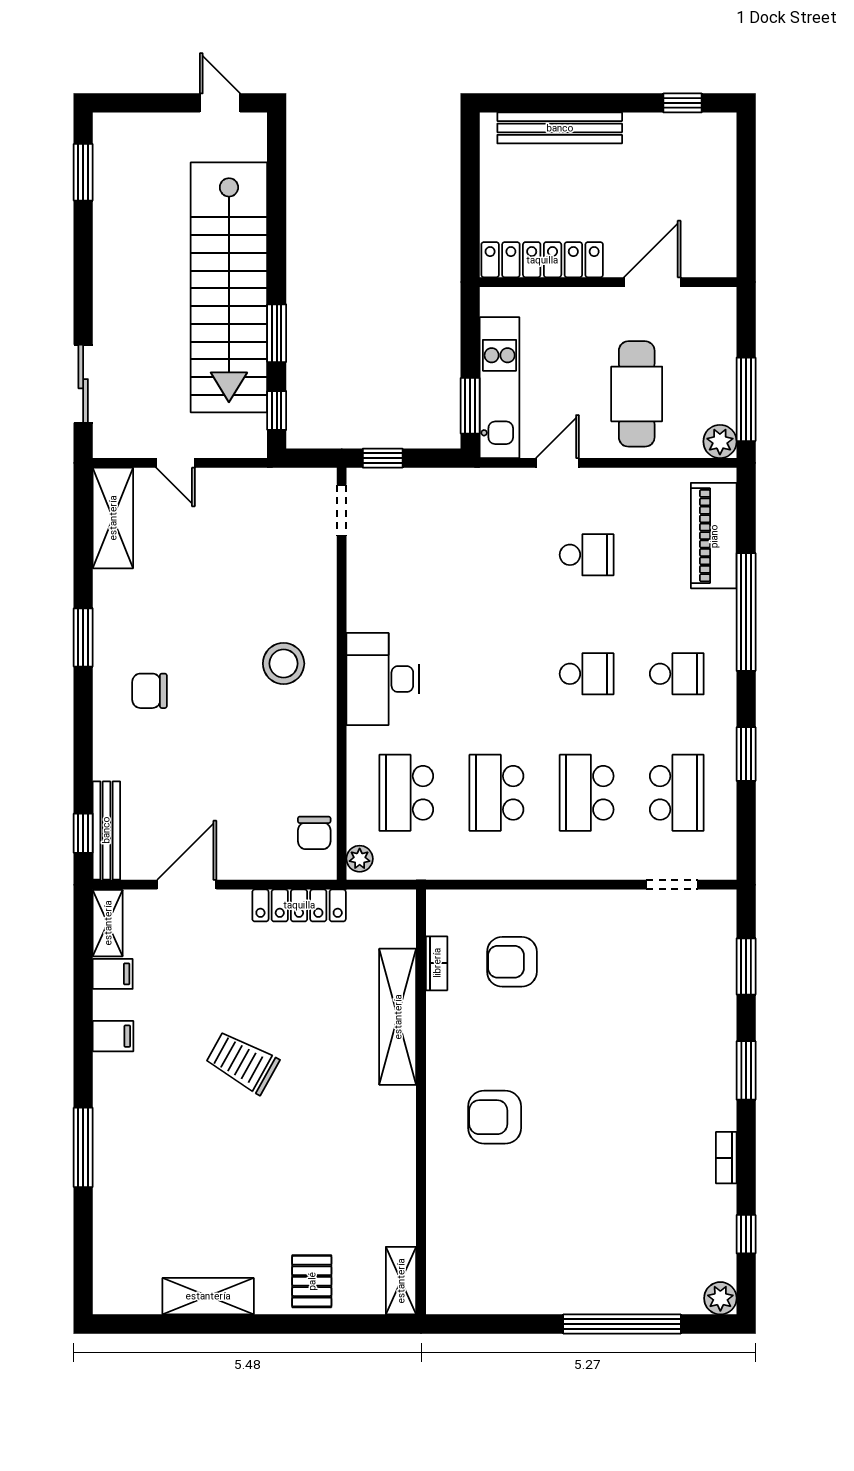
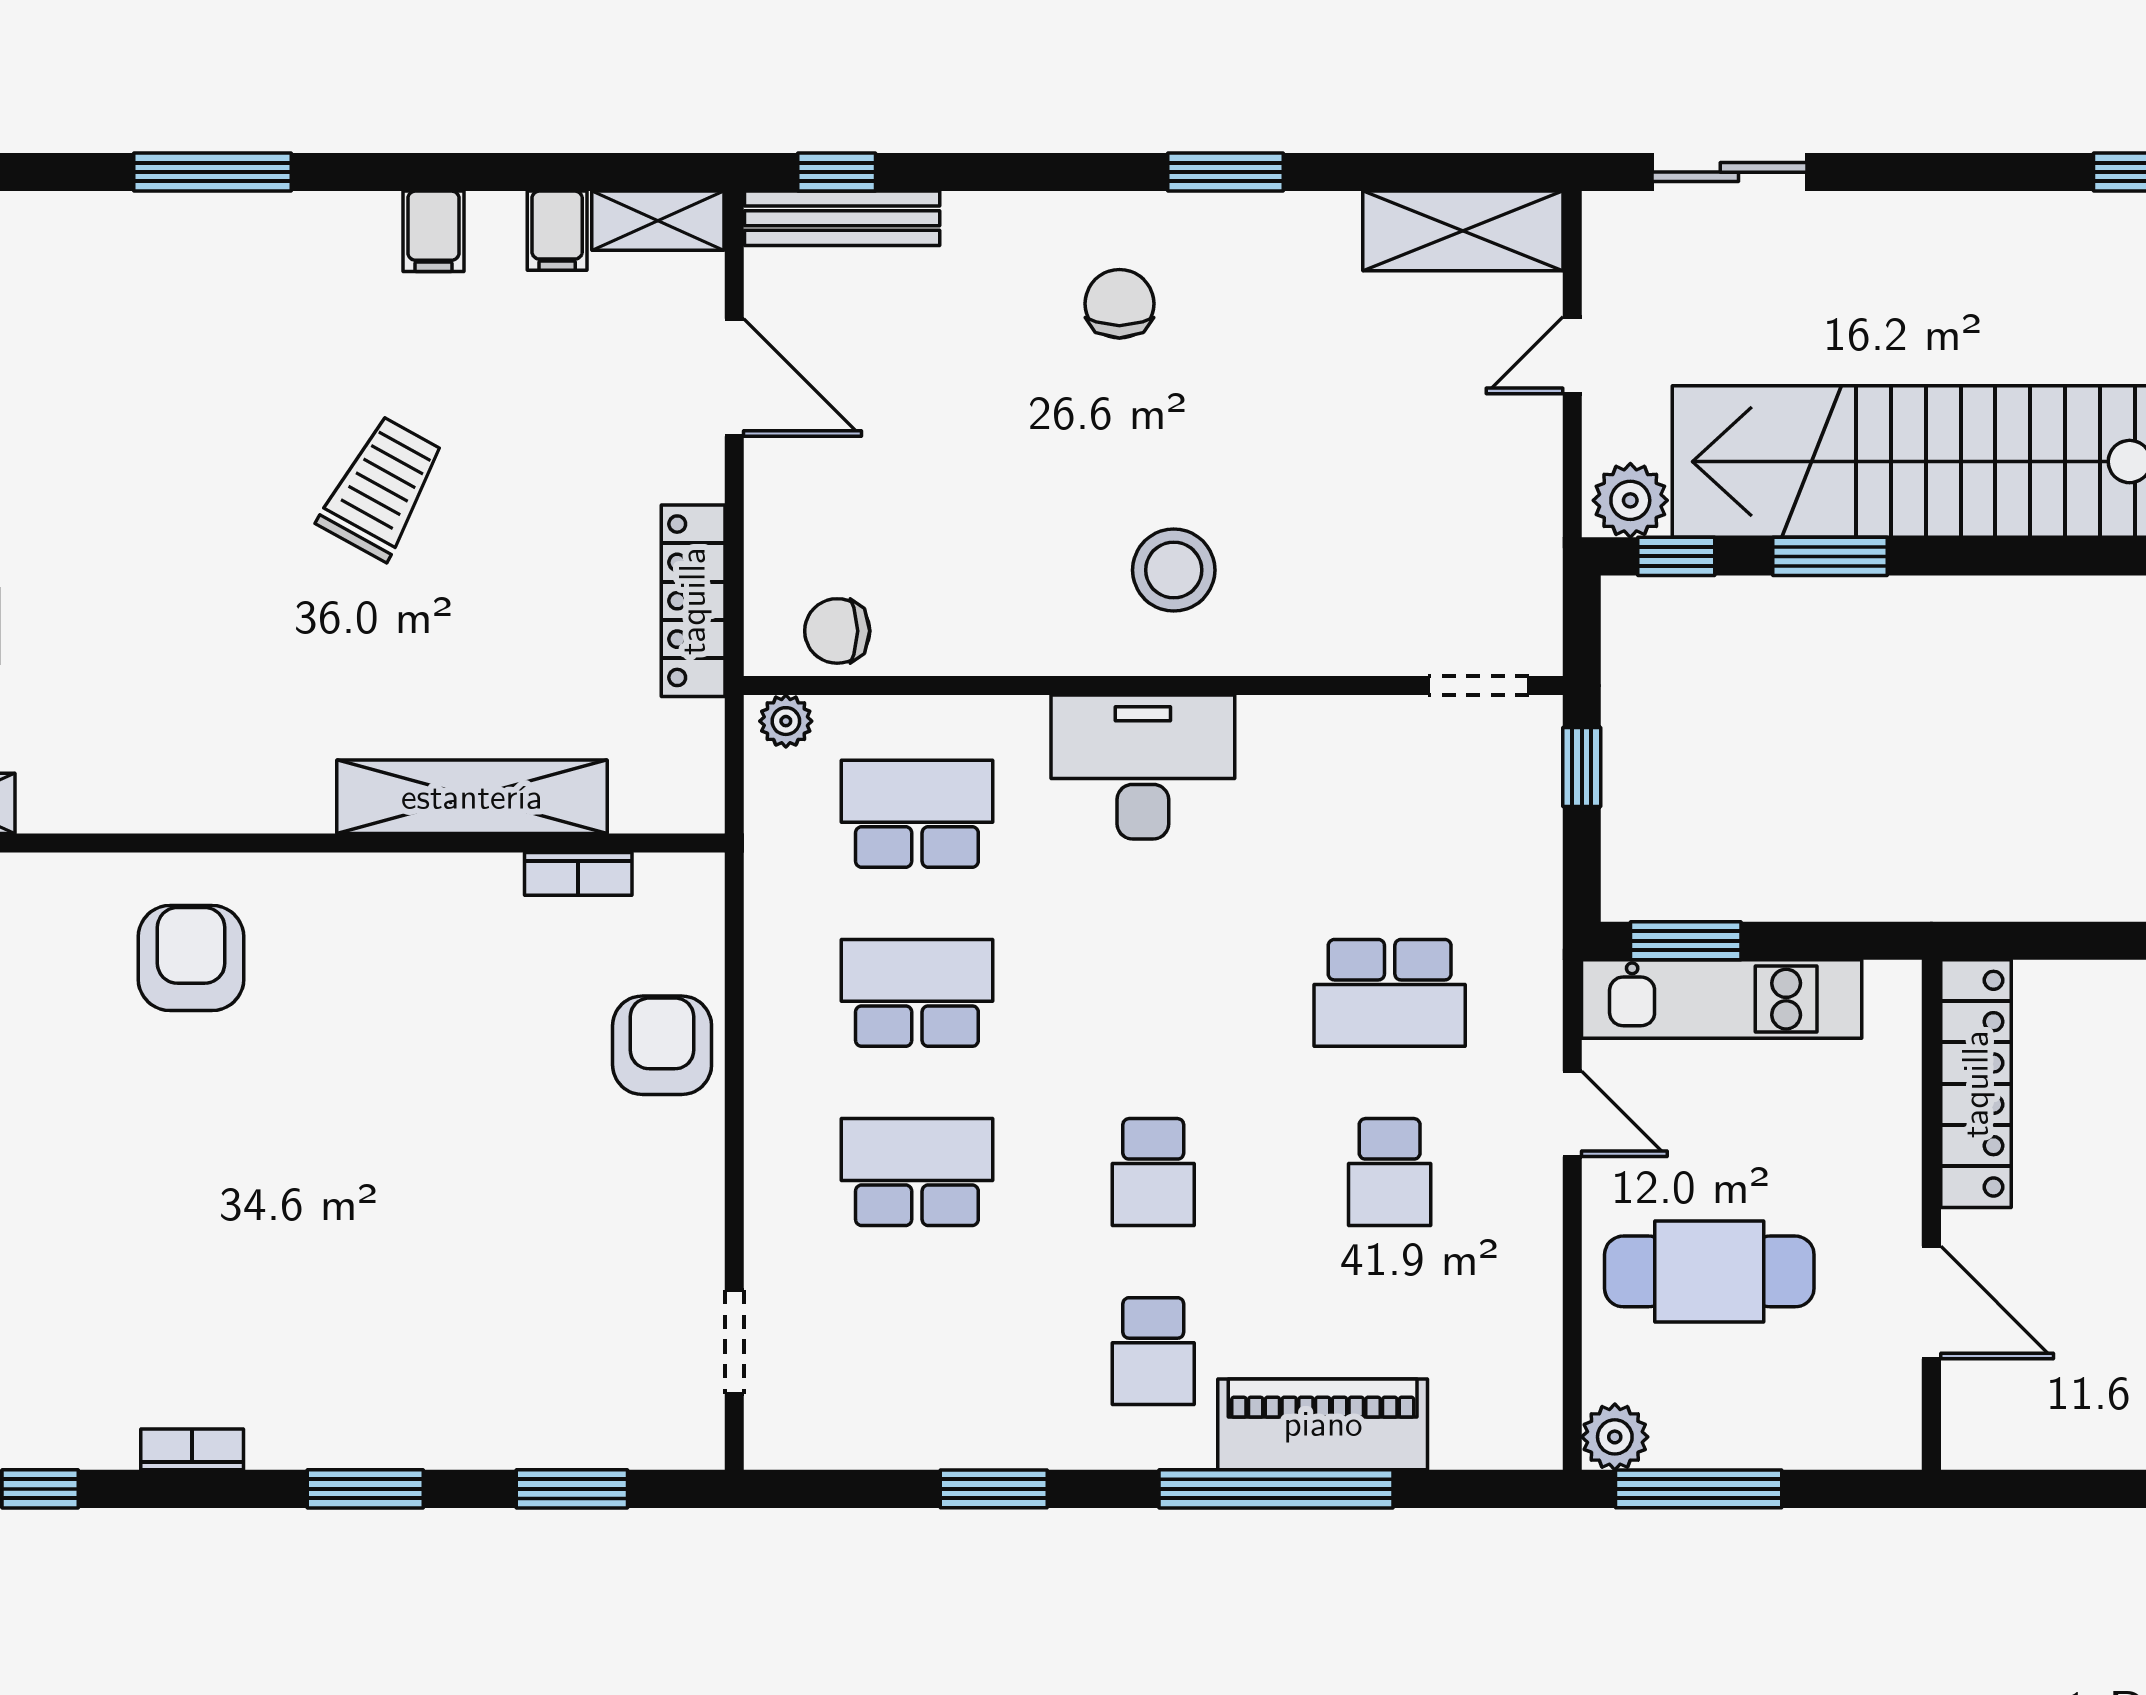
plant: (249, 434) -> (1630, 500), added
piano: (714, 536) -> (1323, 1424), moved
school desk: (677, 793) -> (1390, 993), moved
armchair: (512, 962) -> (662, 1045), moved
armchair: (495, 1117) -> (191, 958), moved

